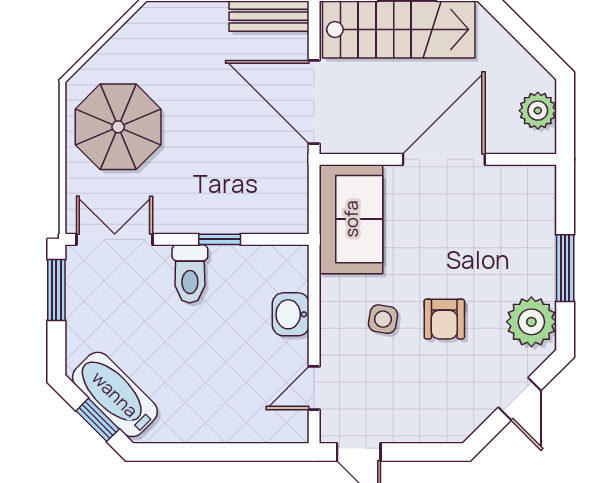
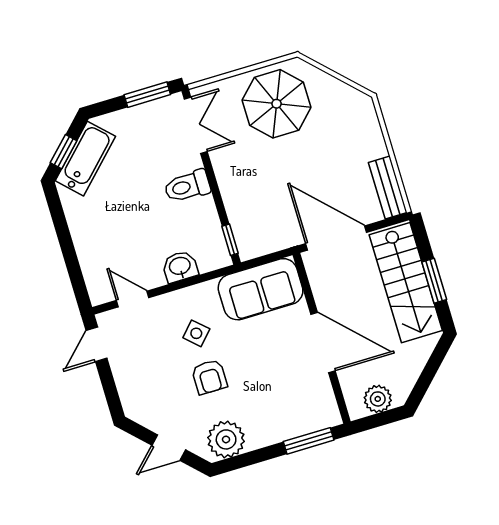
door: (314, 102) -> (336, 238), hinge flipped
window: (220, 239) -> (230, 240), moved
window: (565, 268) -> (309, 441), moved
side table: (383, 319) -> (196, 333), turned 34
armchair: (444, 319) -> (209, 377), turned -90

